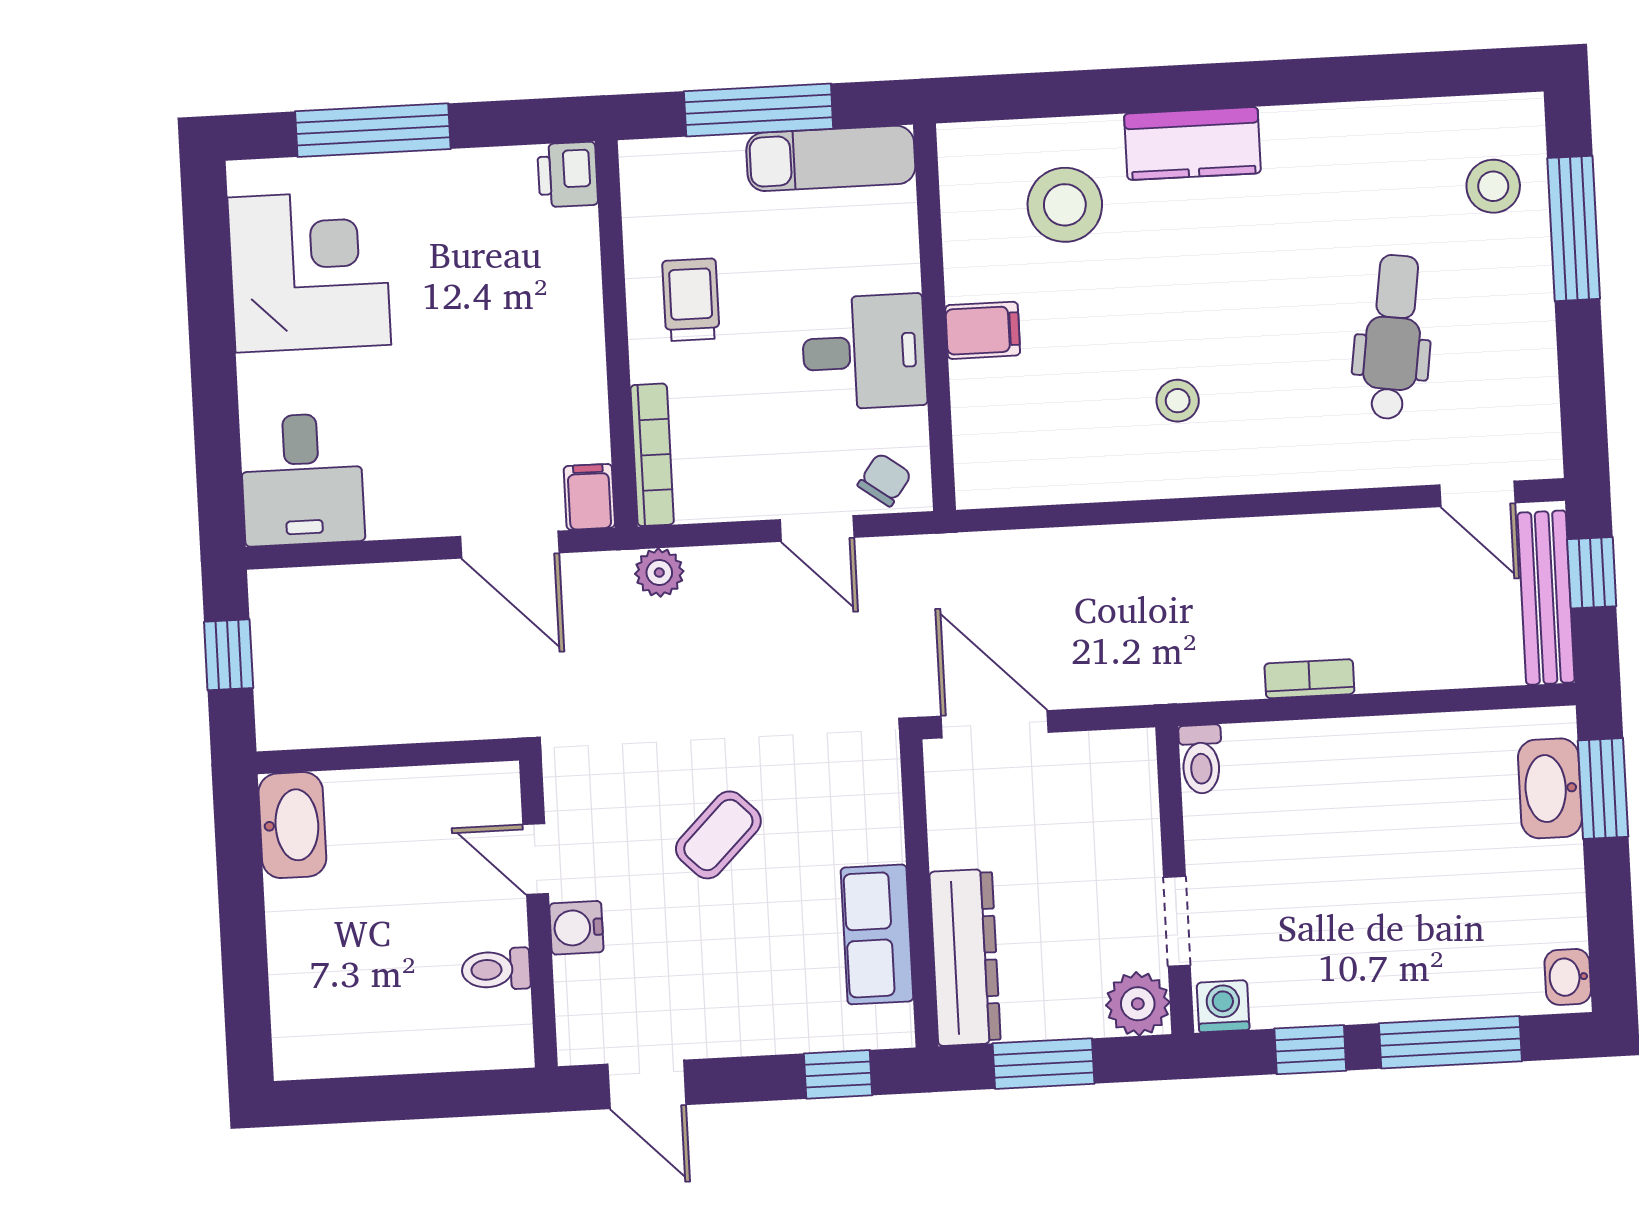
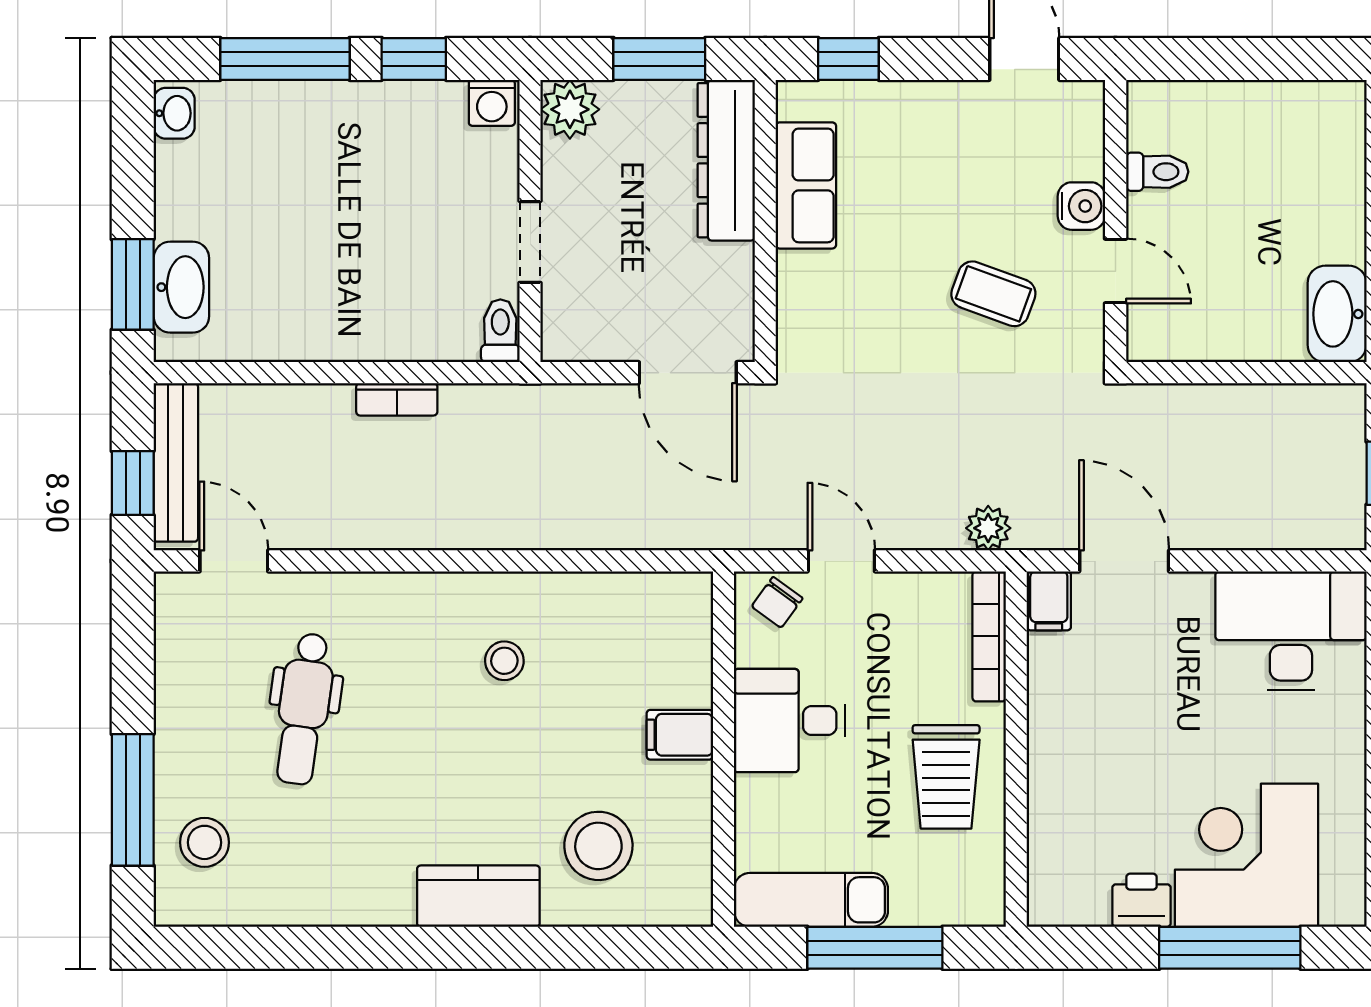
printer: (568, 175) -> (1141, 900), moved, turned -90
corner desk: (309, 271) -> (1246, 855), moved, turned 90
trolley: (691, 300) -> (946, 777), width x1.36, depth x1.39
desk: (302, 479) -> (1291, 631), width x1.37
coffee table: (718, 835) -> (993, 294), moved, turned 65
doorway: (1177, 921) -> (530, 242), moved

